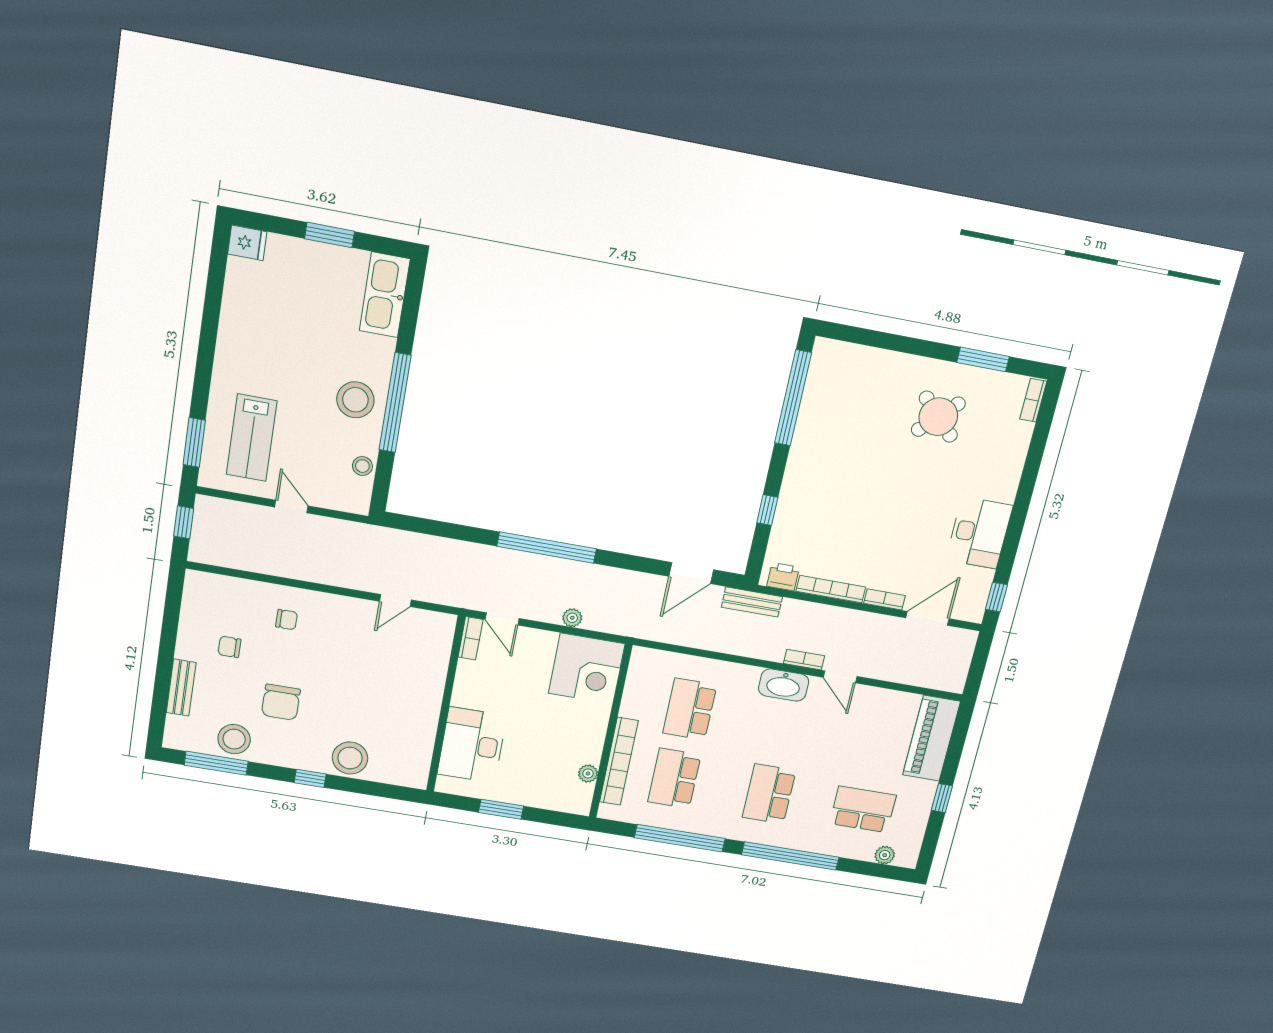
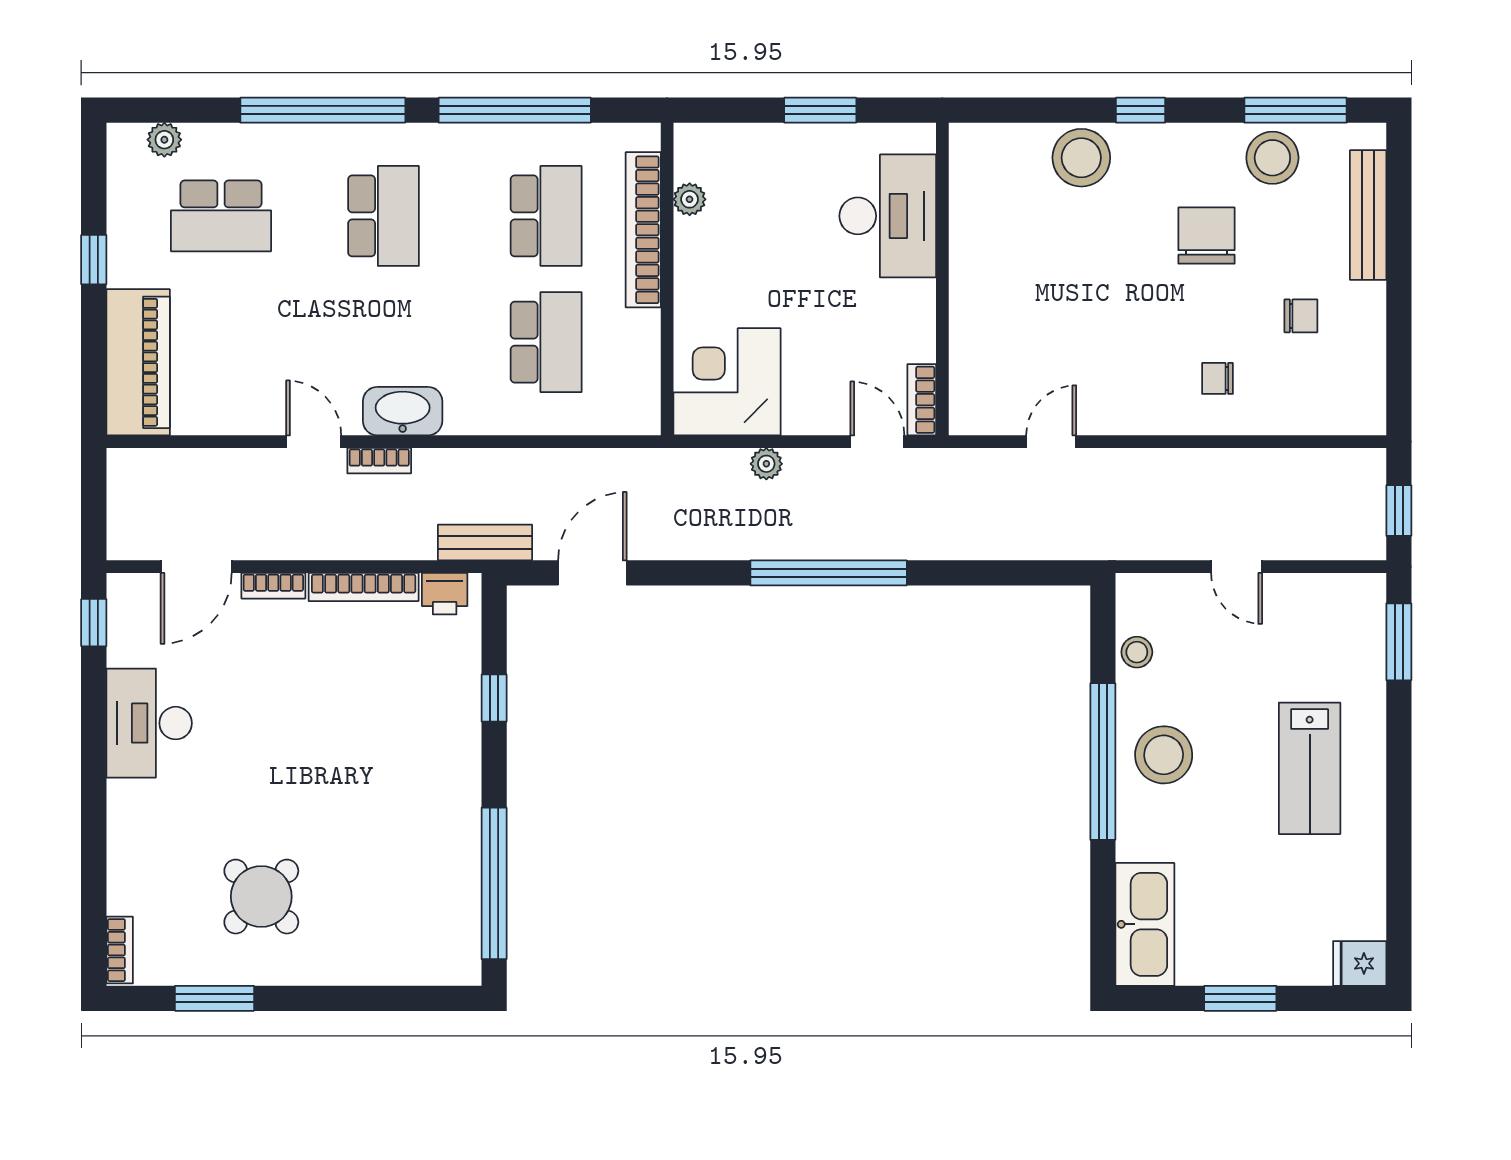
lab bench: (252, 438) -> (1310, 768), moved, turned 180
bench: (181, 688) -> (1368, 215), width x1.36

